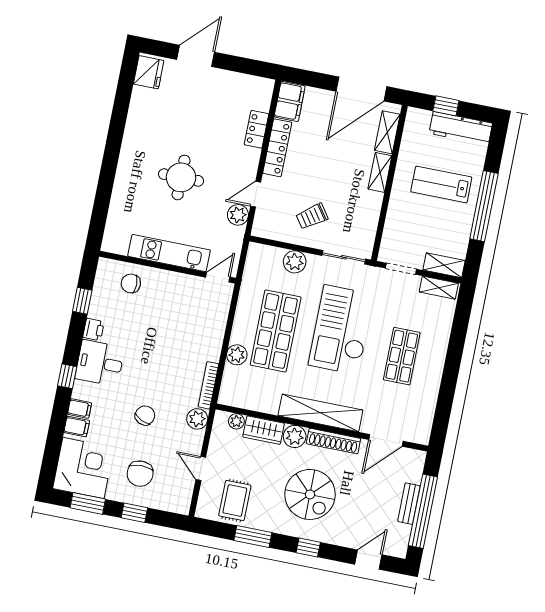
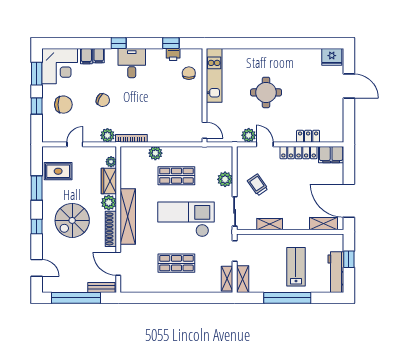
shelving: (380, 172) -> (270, 224), moved
kitchen unit: (169, 253) -> (214, 75), moved
printer: (94, 329) -> (173, 54), moved
shop shelf: (276, 331) -> (176, 176), width x0.70, depth x0.74
chair: (140, 474) -> (63, 105), turned 180
bench: (409, 504) -> (101, 287), moved

